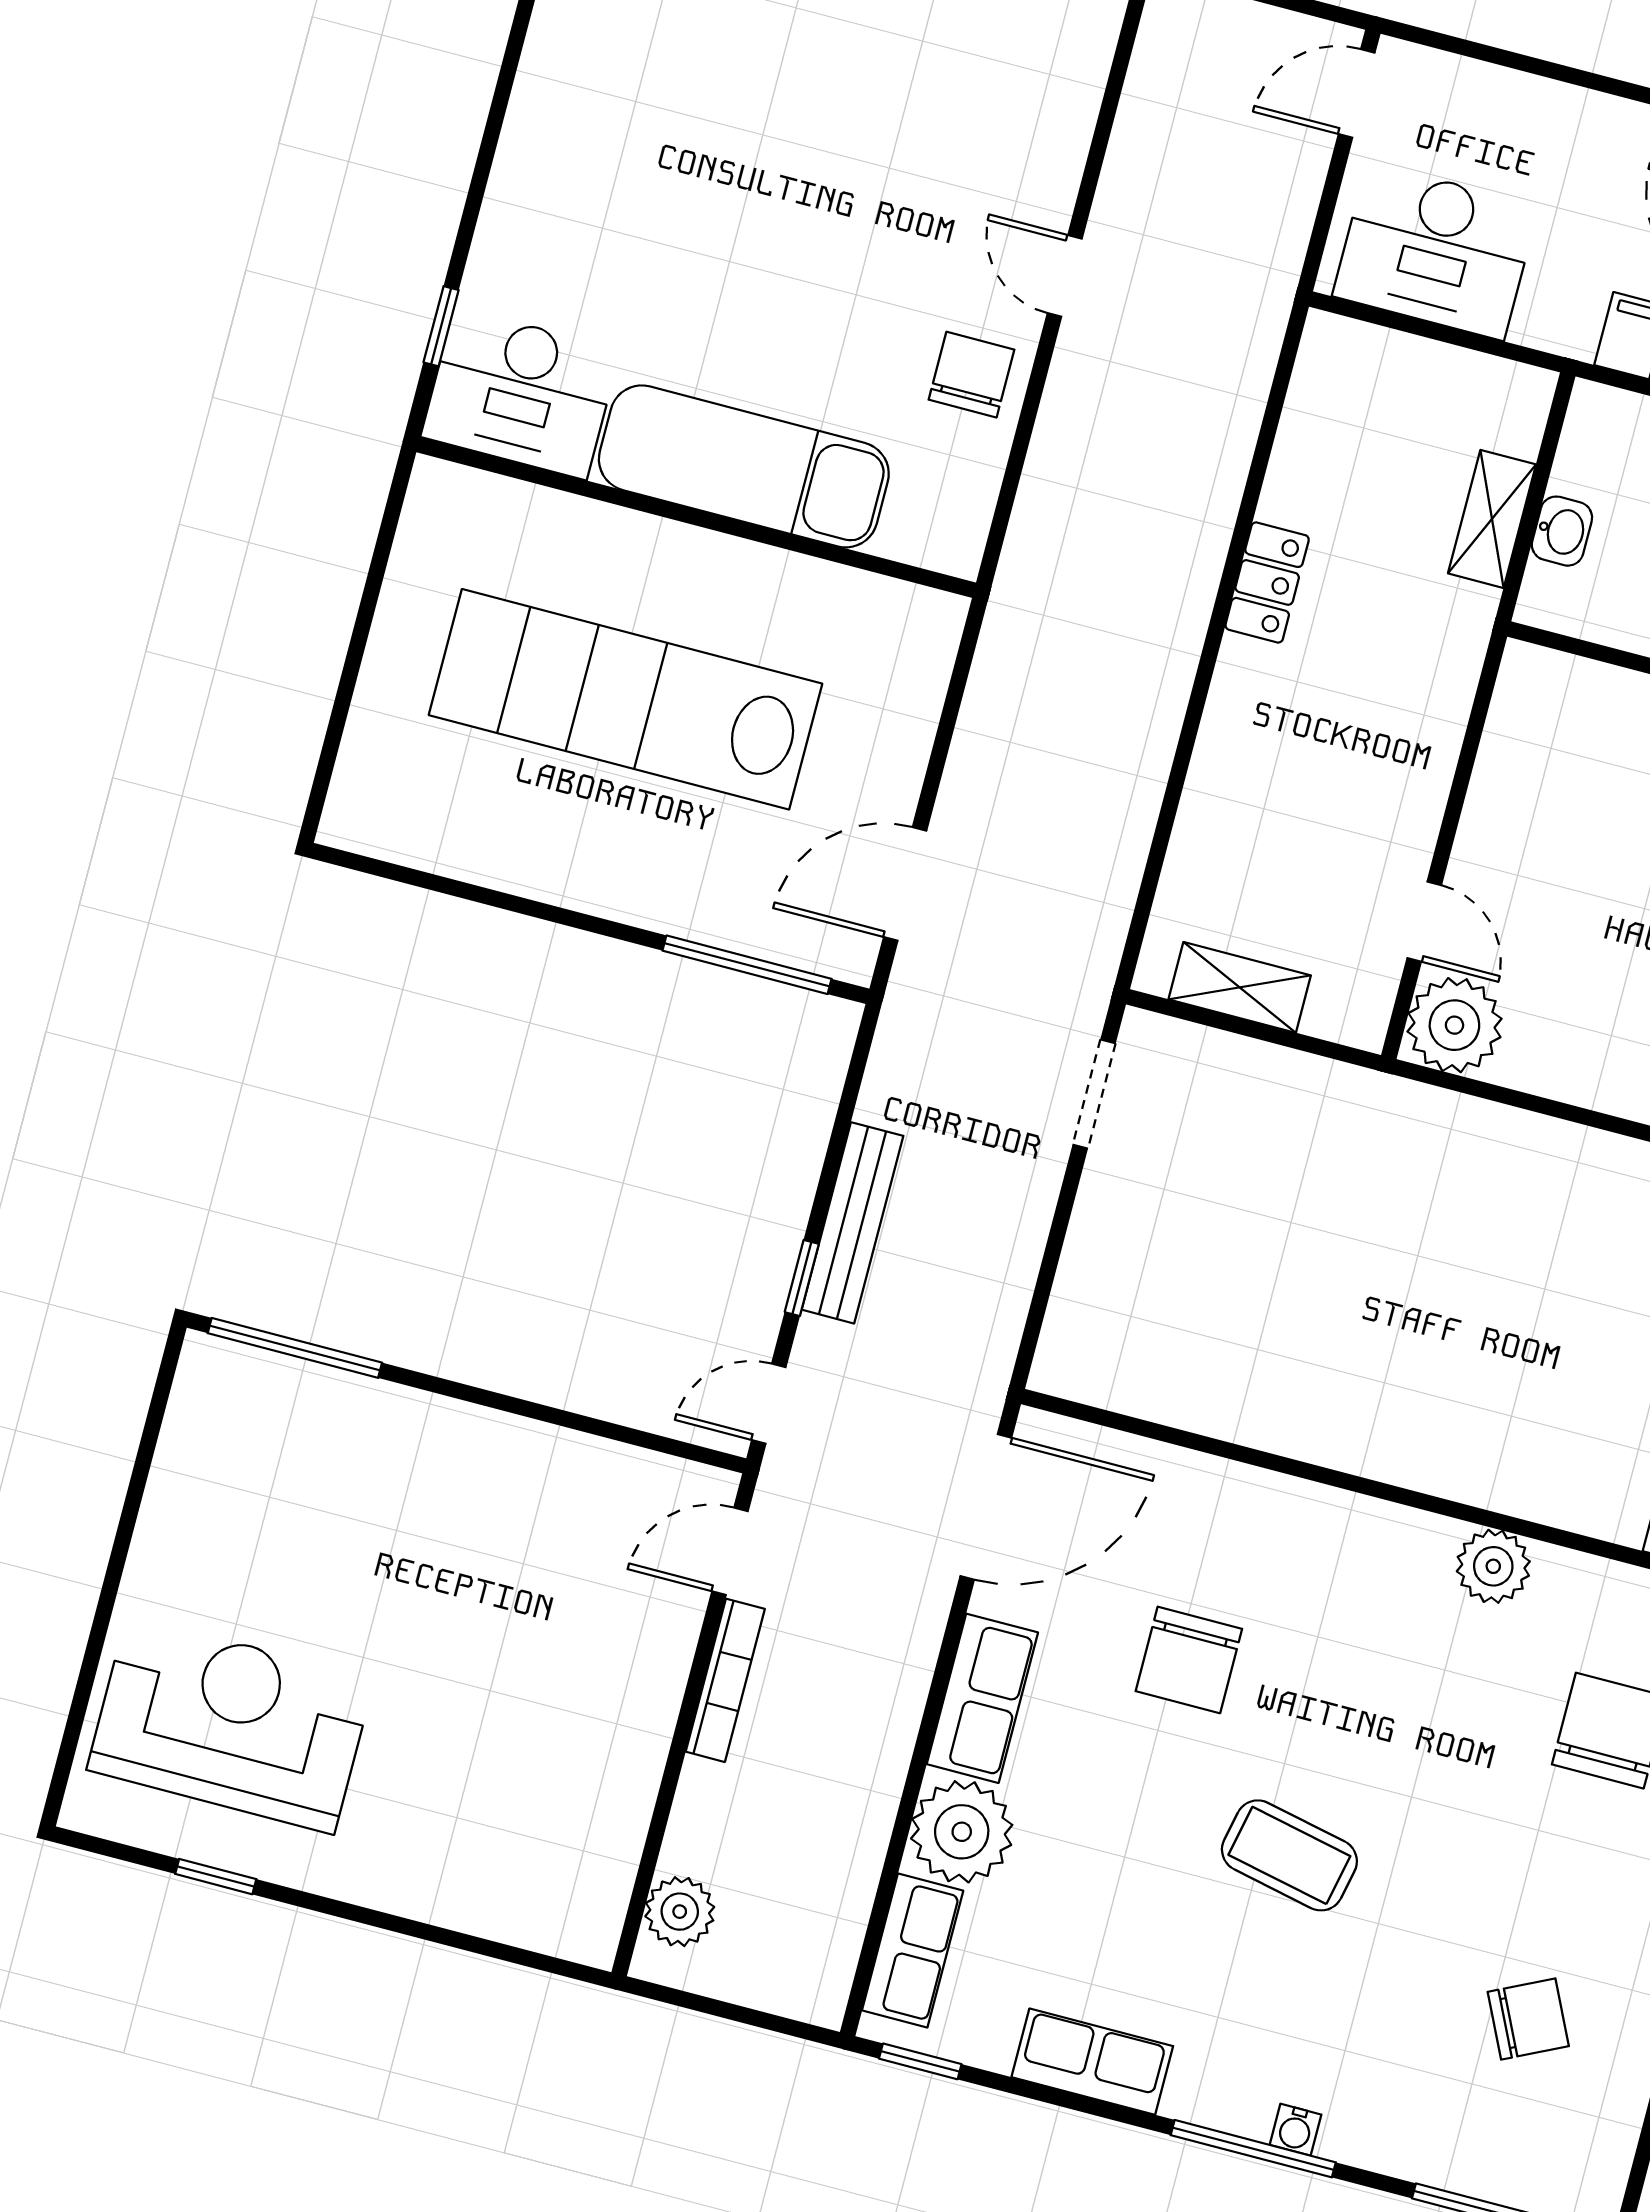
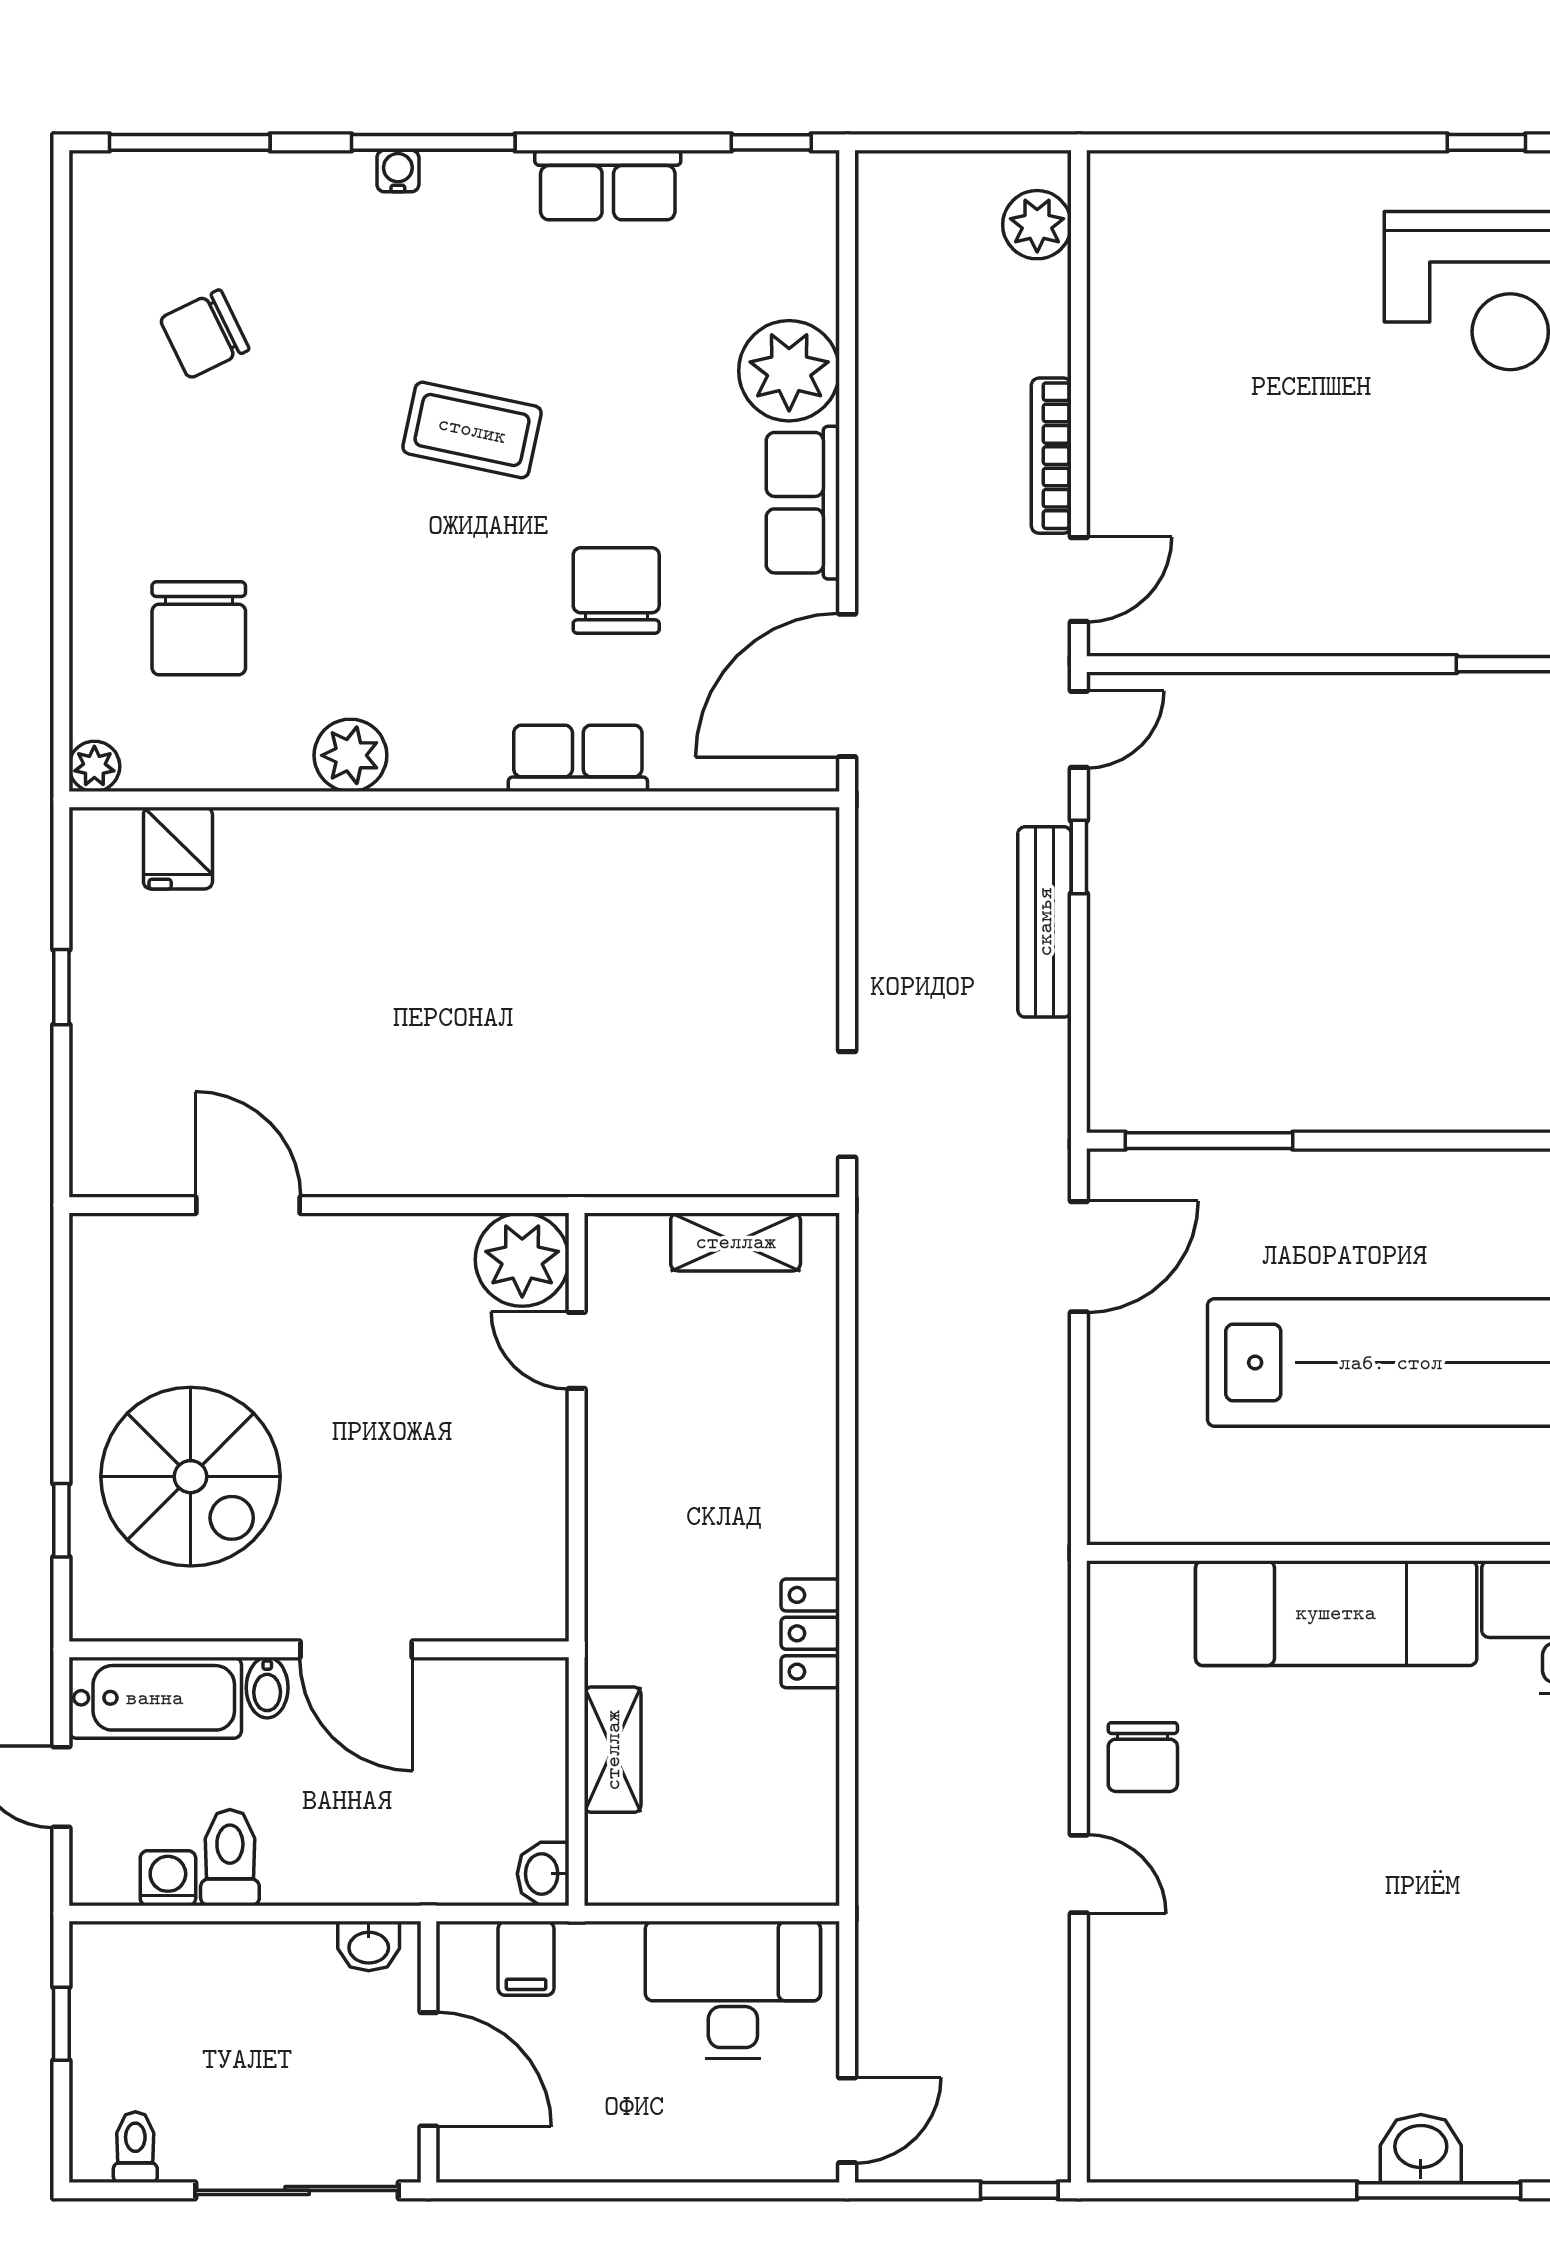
washbasin: (1562, 531) -> (543, 1874), moved
row of seats: (913, 1950) -> (578, 758), moved, turned 90

